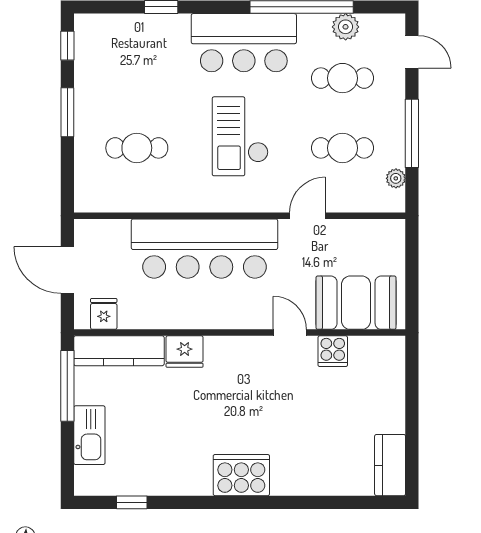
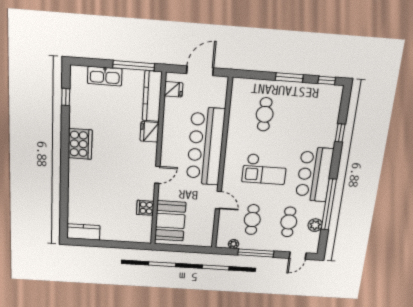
checkout: (240, 136) -> (265, 169), turned 180
door: (290, 333) -> (157, 175), moved
cooker: (241, 475) -> (80, 144), moved

